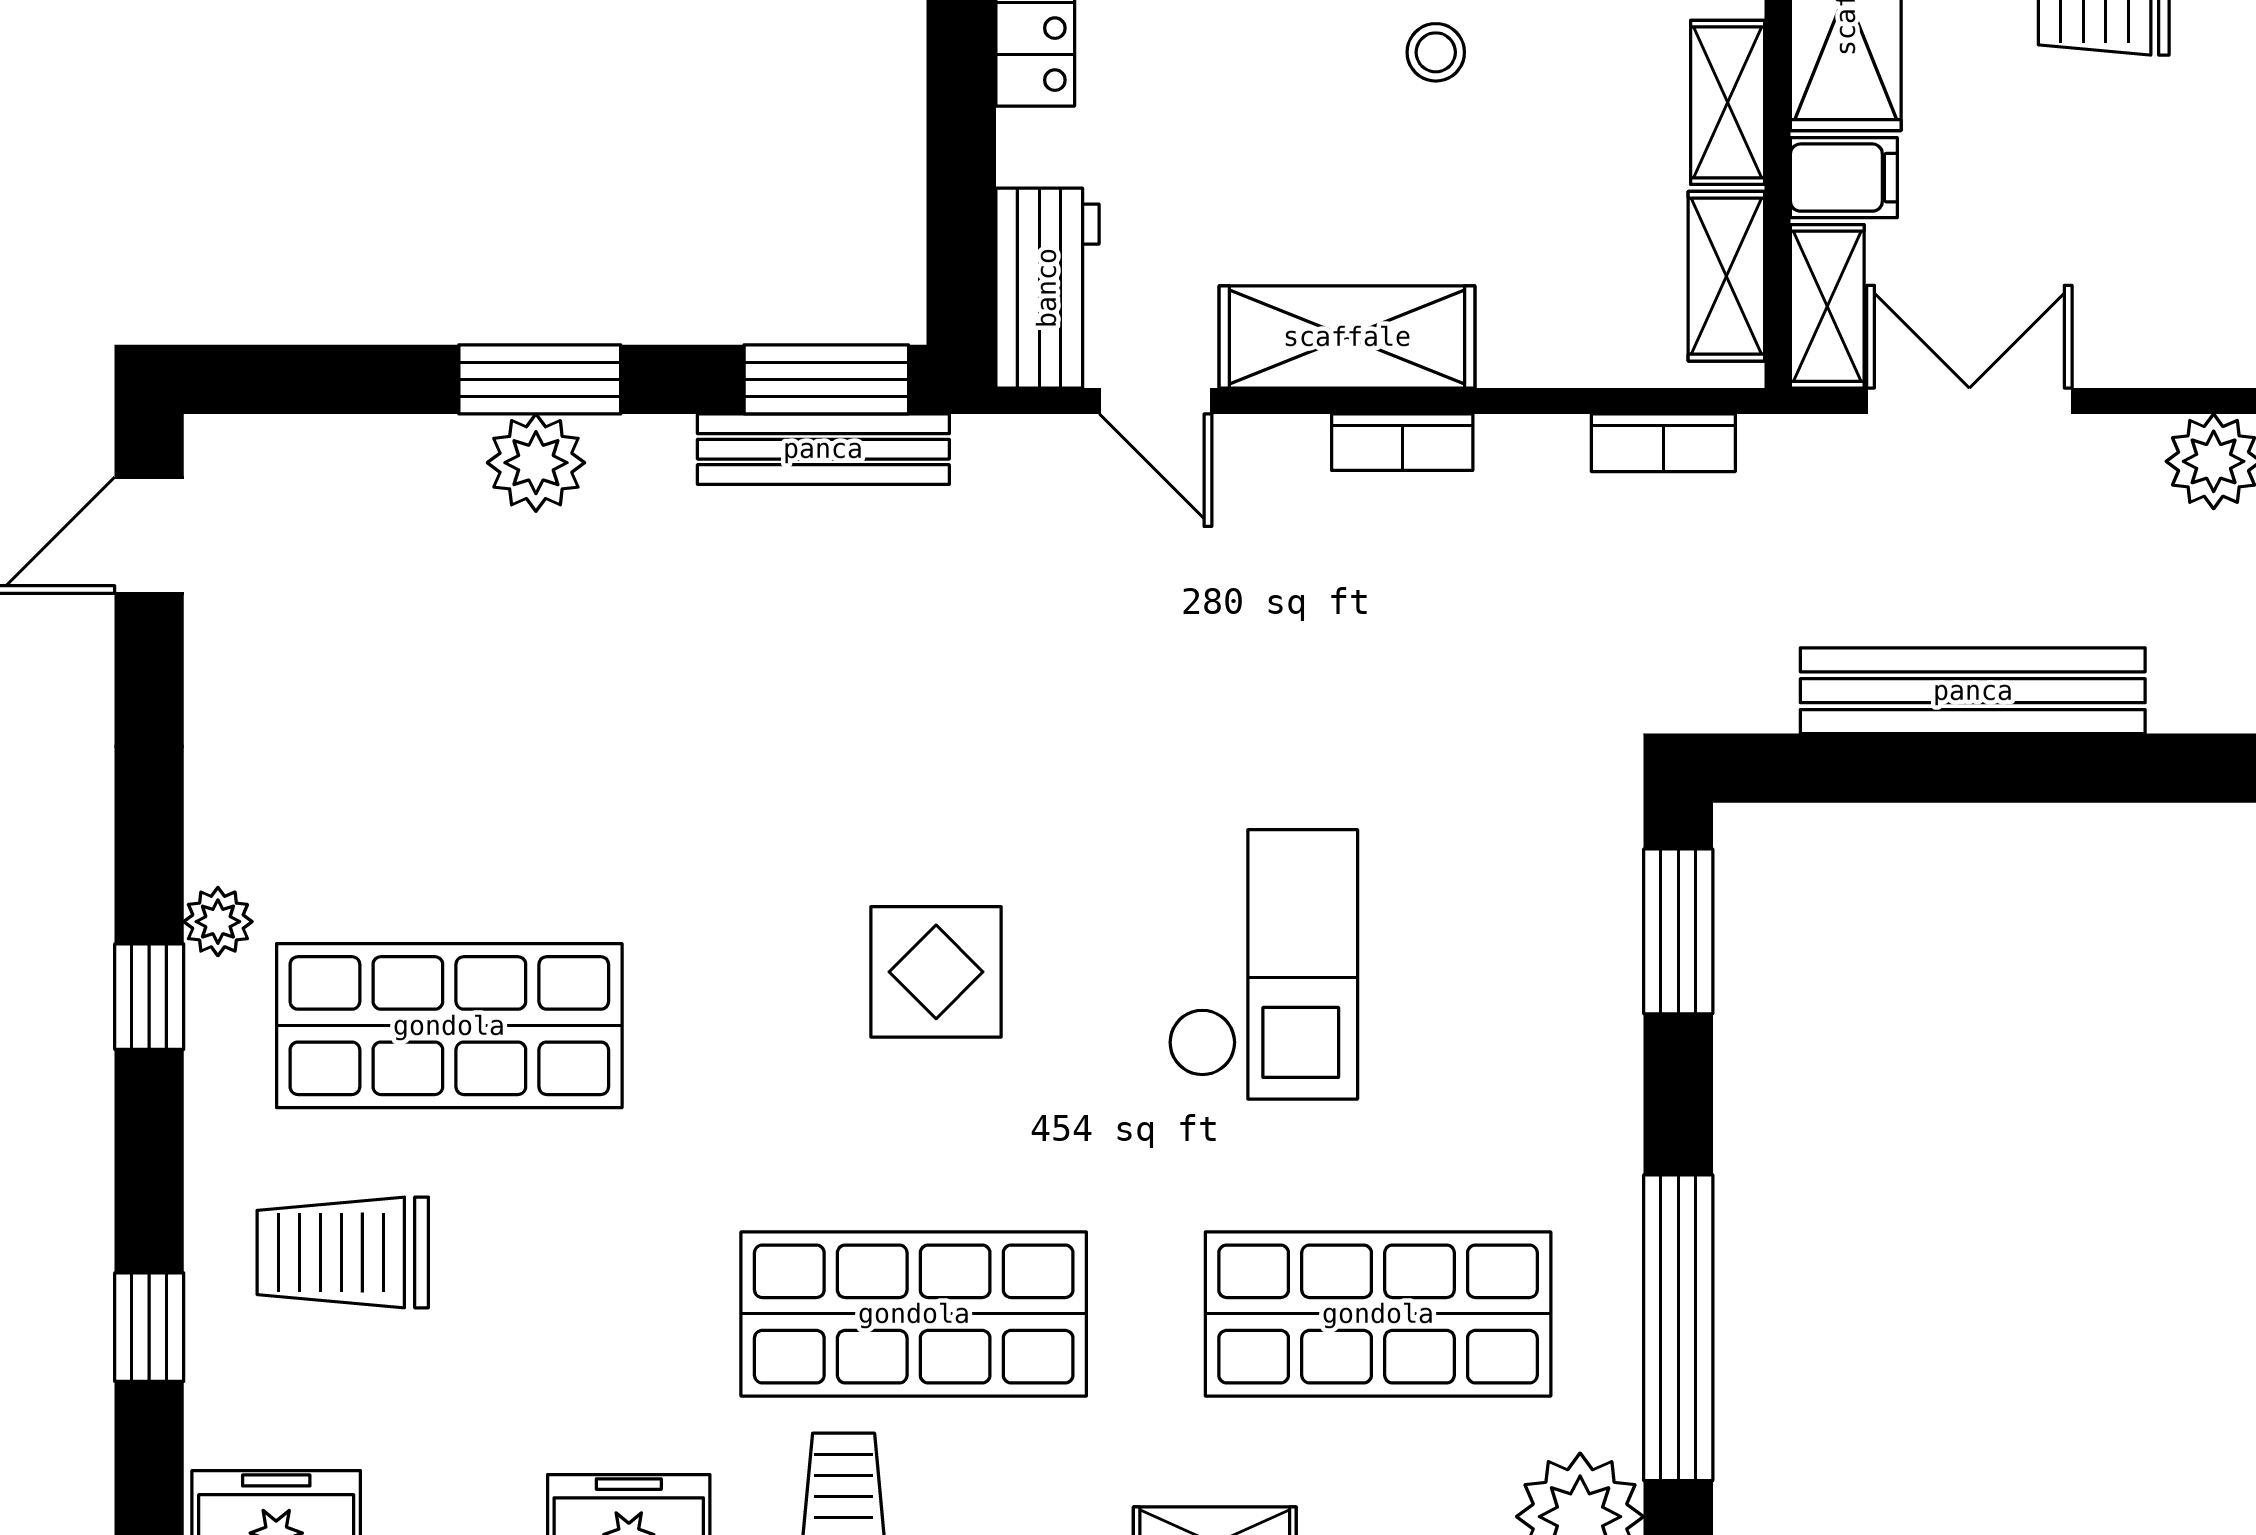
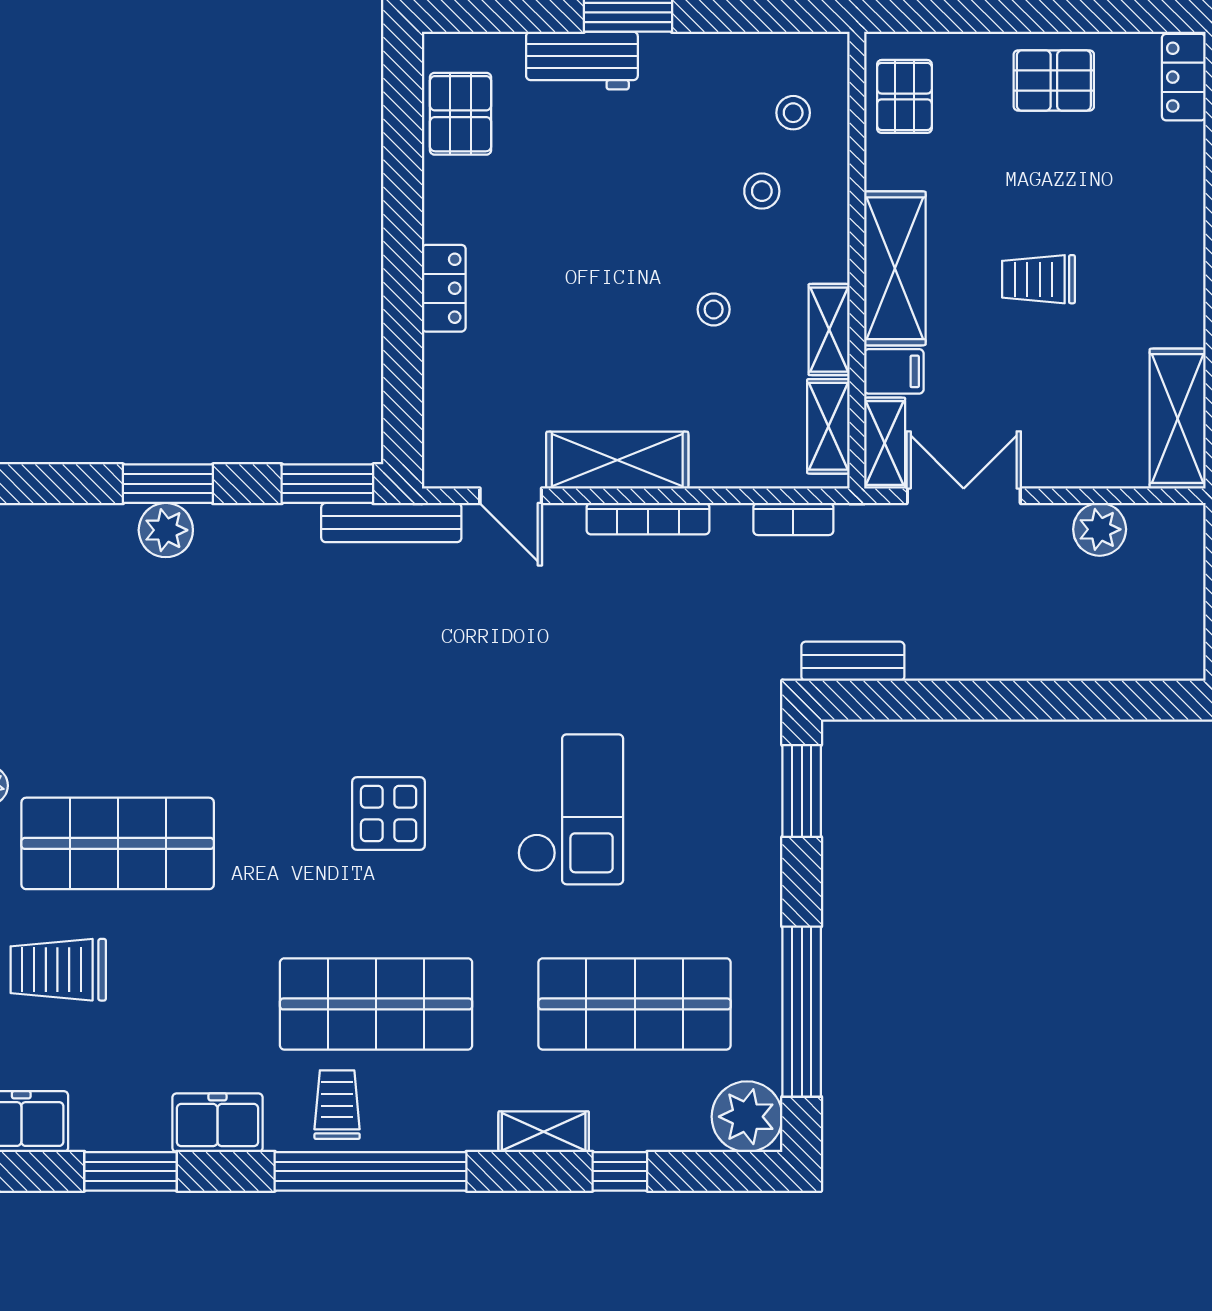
stool: (1436, 52) -> (714, 309), moved
workbench: (1047, 288) -> (451, 433), removed
bookcase: (1402, 442) -> (648, 519), width x1.56
bench: (823, 449) -> (391, 523), moved
bench: (1973, 691) -> (853, 661), moved, width x0.54, depth x0.82

